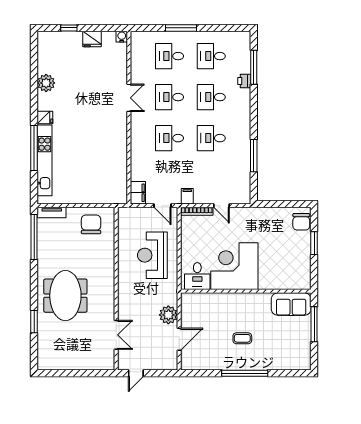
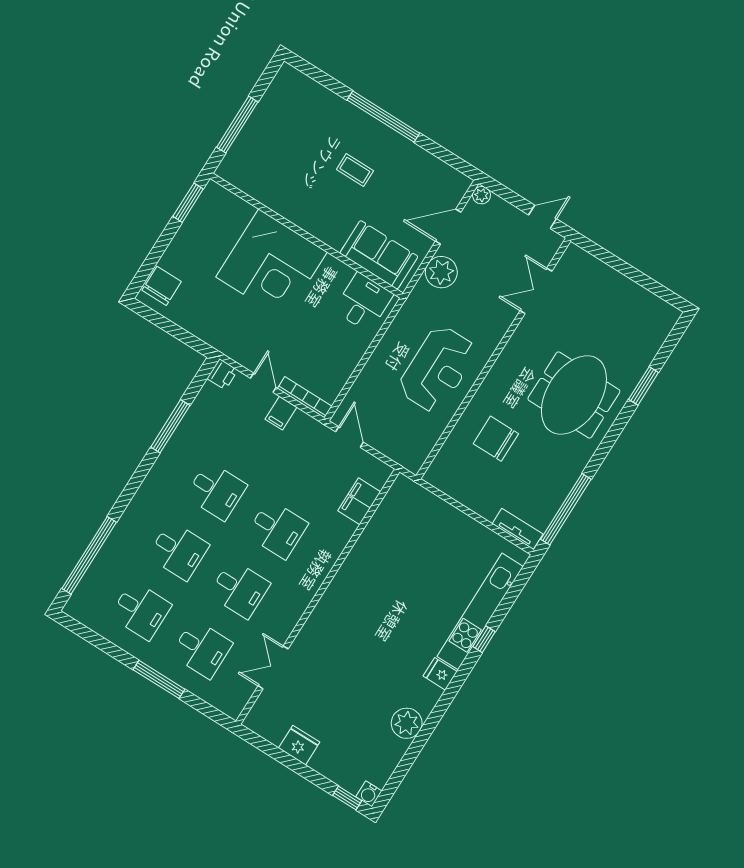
window: (69, 28) -> (347, 798), moved
water cooler: (122, 37) -> (369, 794), moved
window: (254, 67) -> (89, 555), width x1.46
printer: (244, 81) -> (222, 374), moved
double door: (129, 98) -> (273, 667), moved
window: (34, 148) -> (484, 639), width x0.32
filing cabinet: (138, 193) -> (359, 501), moved
filing cabinet: (187, 196) -> (281, 413), moved
chair: (91, 224) -> (496, 439), moved, turned 90
window: (314, 243) -> (188, 203), moved
reception desk: (152, 255) -> (437, 369), moved
corner desk: (234, 266) -> (271, 265), moved
sofa: (291, 304) -> (379, 255), moved
plant: (172, 365) -> (481, 195), added

